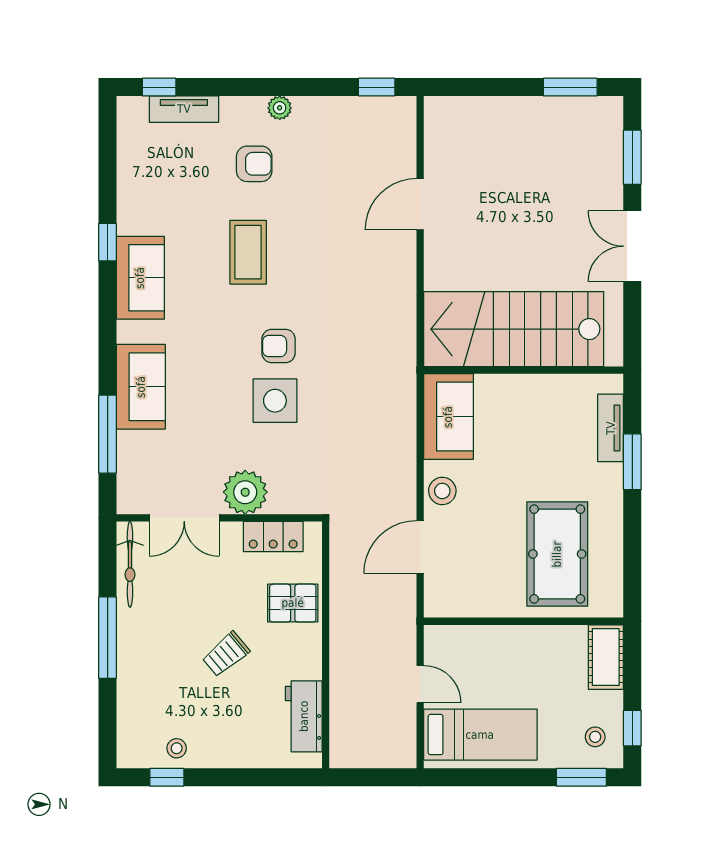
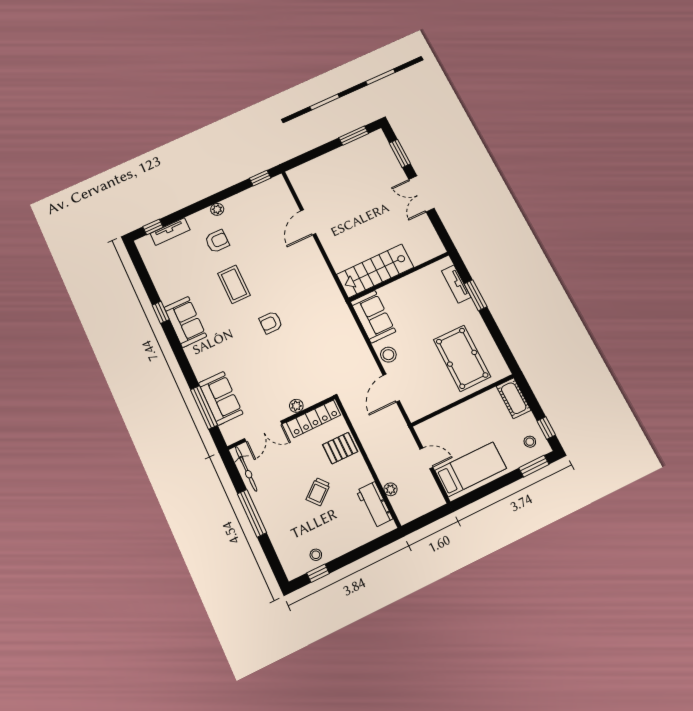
stairs: (514, 329) -> (375, 271), width x0.73, depth x0.66
sofa: (141, 387) -> (221, 398), moved
side table: (275, 401) -> (282, 350), removed
plant: (245, 492) -> (296, 406), width x0.53, depth x0.53
locker: (273, 536) -> (314, 419), width x1.53
plant: (340, 705) -> (391, 489), added

